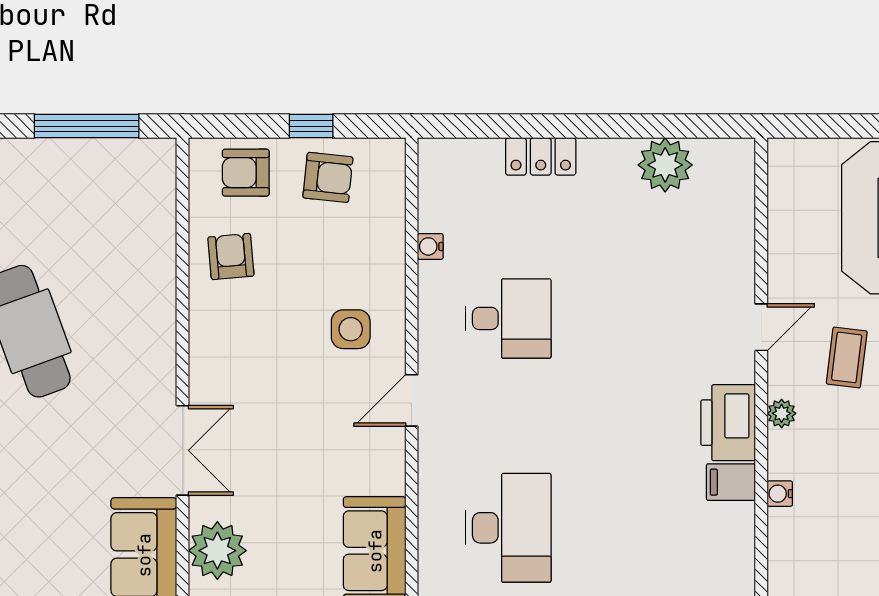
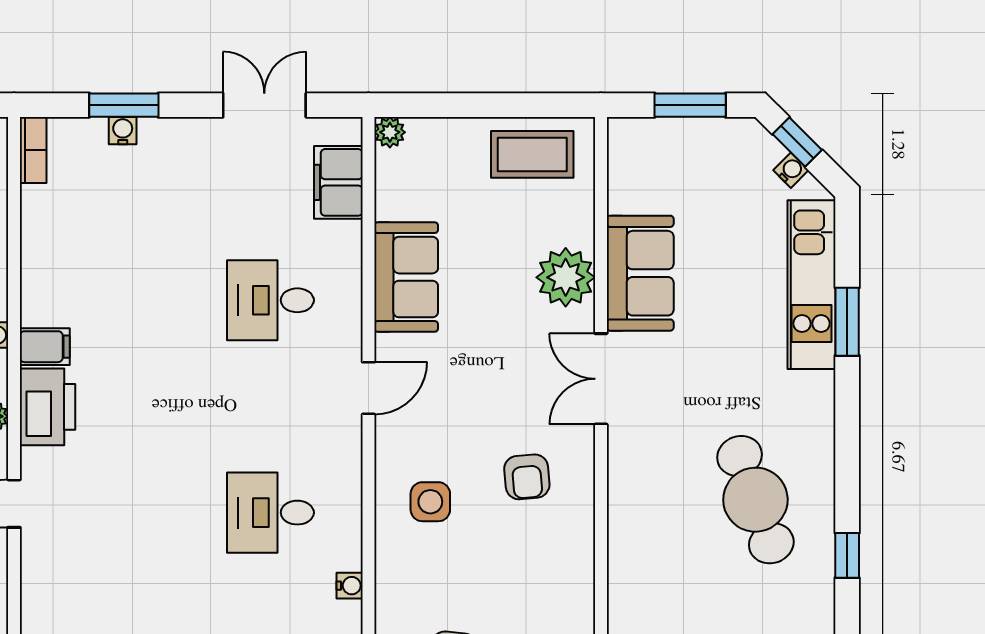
armchair: (231, 257) -> (527, 477), moved
door: (412, 400) -> (369, 388), moved
desk: (508, 528) -> (270, 300), width x0.73

